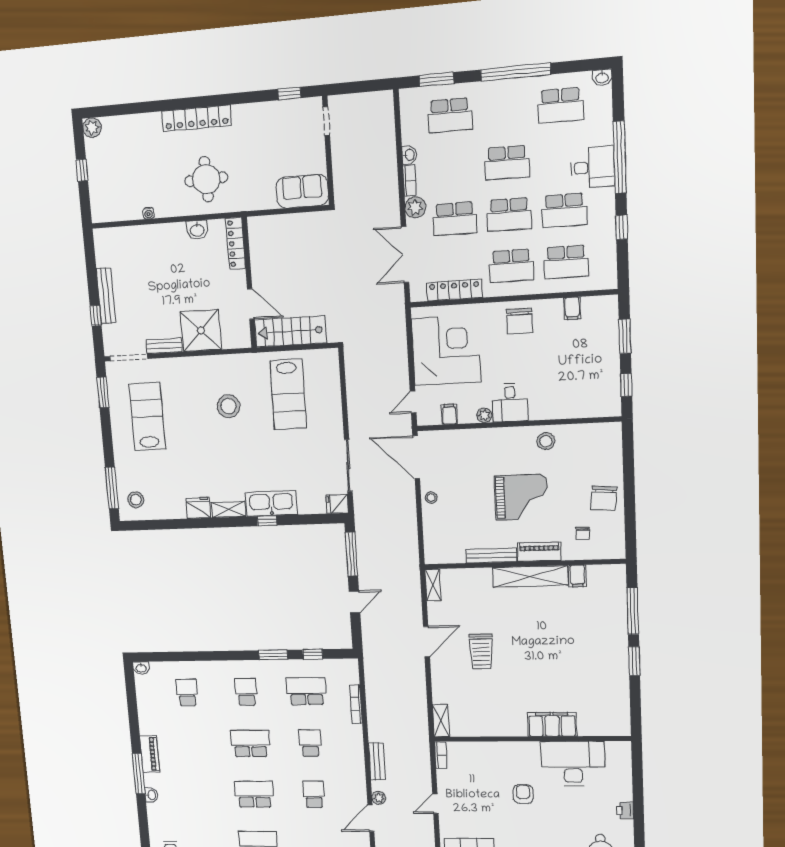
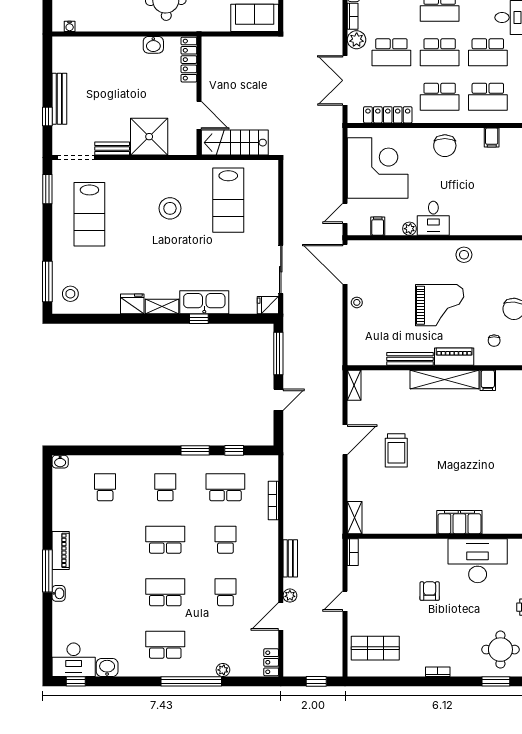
water cooler: (149, 213) -> (70, 26), moved
lab bench: (147, 416) -> (89, 214), turned 180

